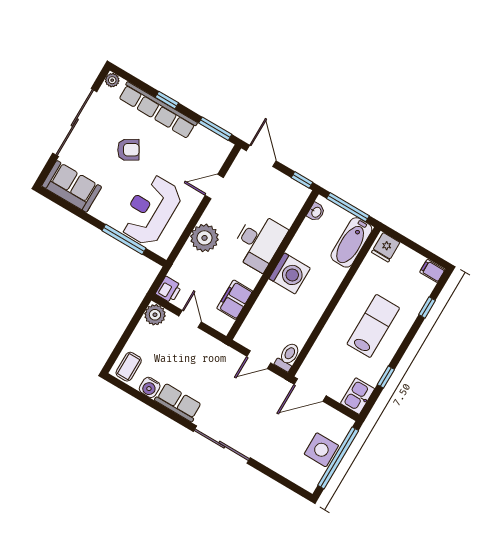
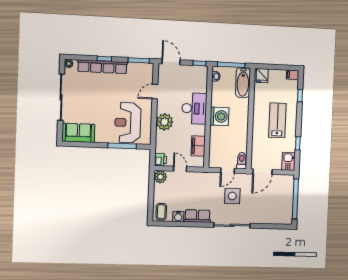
armchair: (128, 150) -> (98, 97), removed
side table: (321, 450) -> (232, 196), moved

